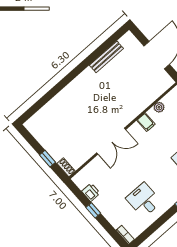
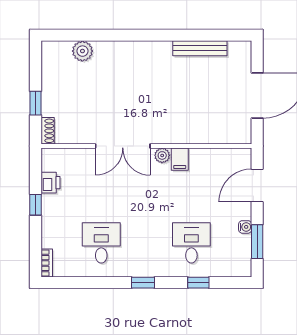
plant: (159, 107) -> (162, 155), moved
plant: (48, 111) -> (82, 51), added

